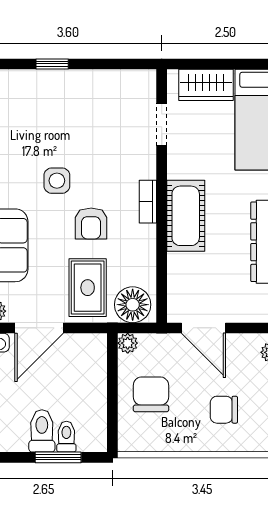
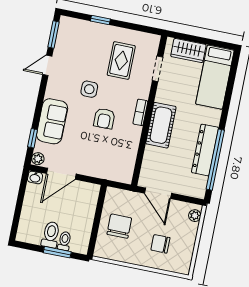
rug: (88, 288) -> (121, 61), moved
floor lamp: (133, 305) -> (119, 171), removed
plant: (128, 343) -> (112, 193), removed

